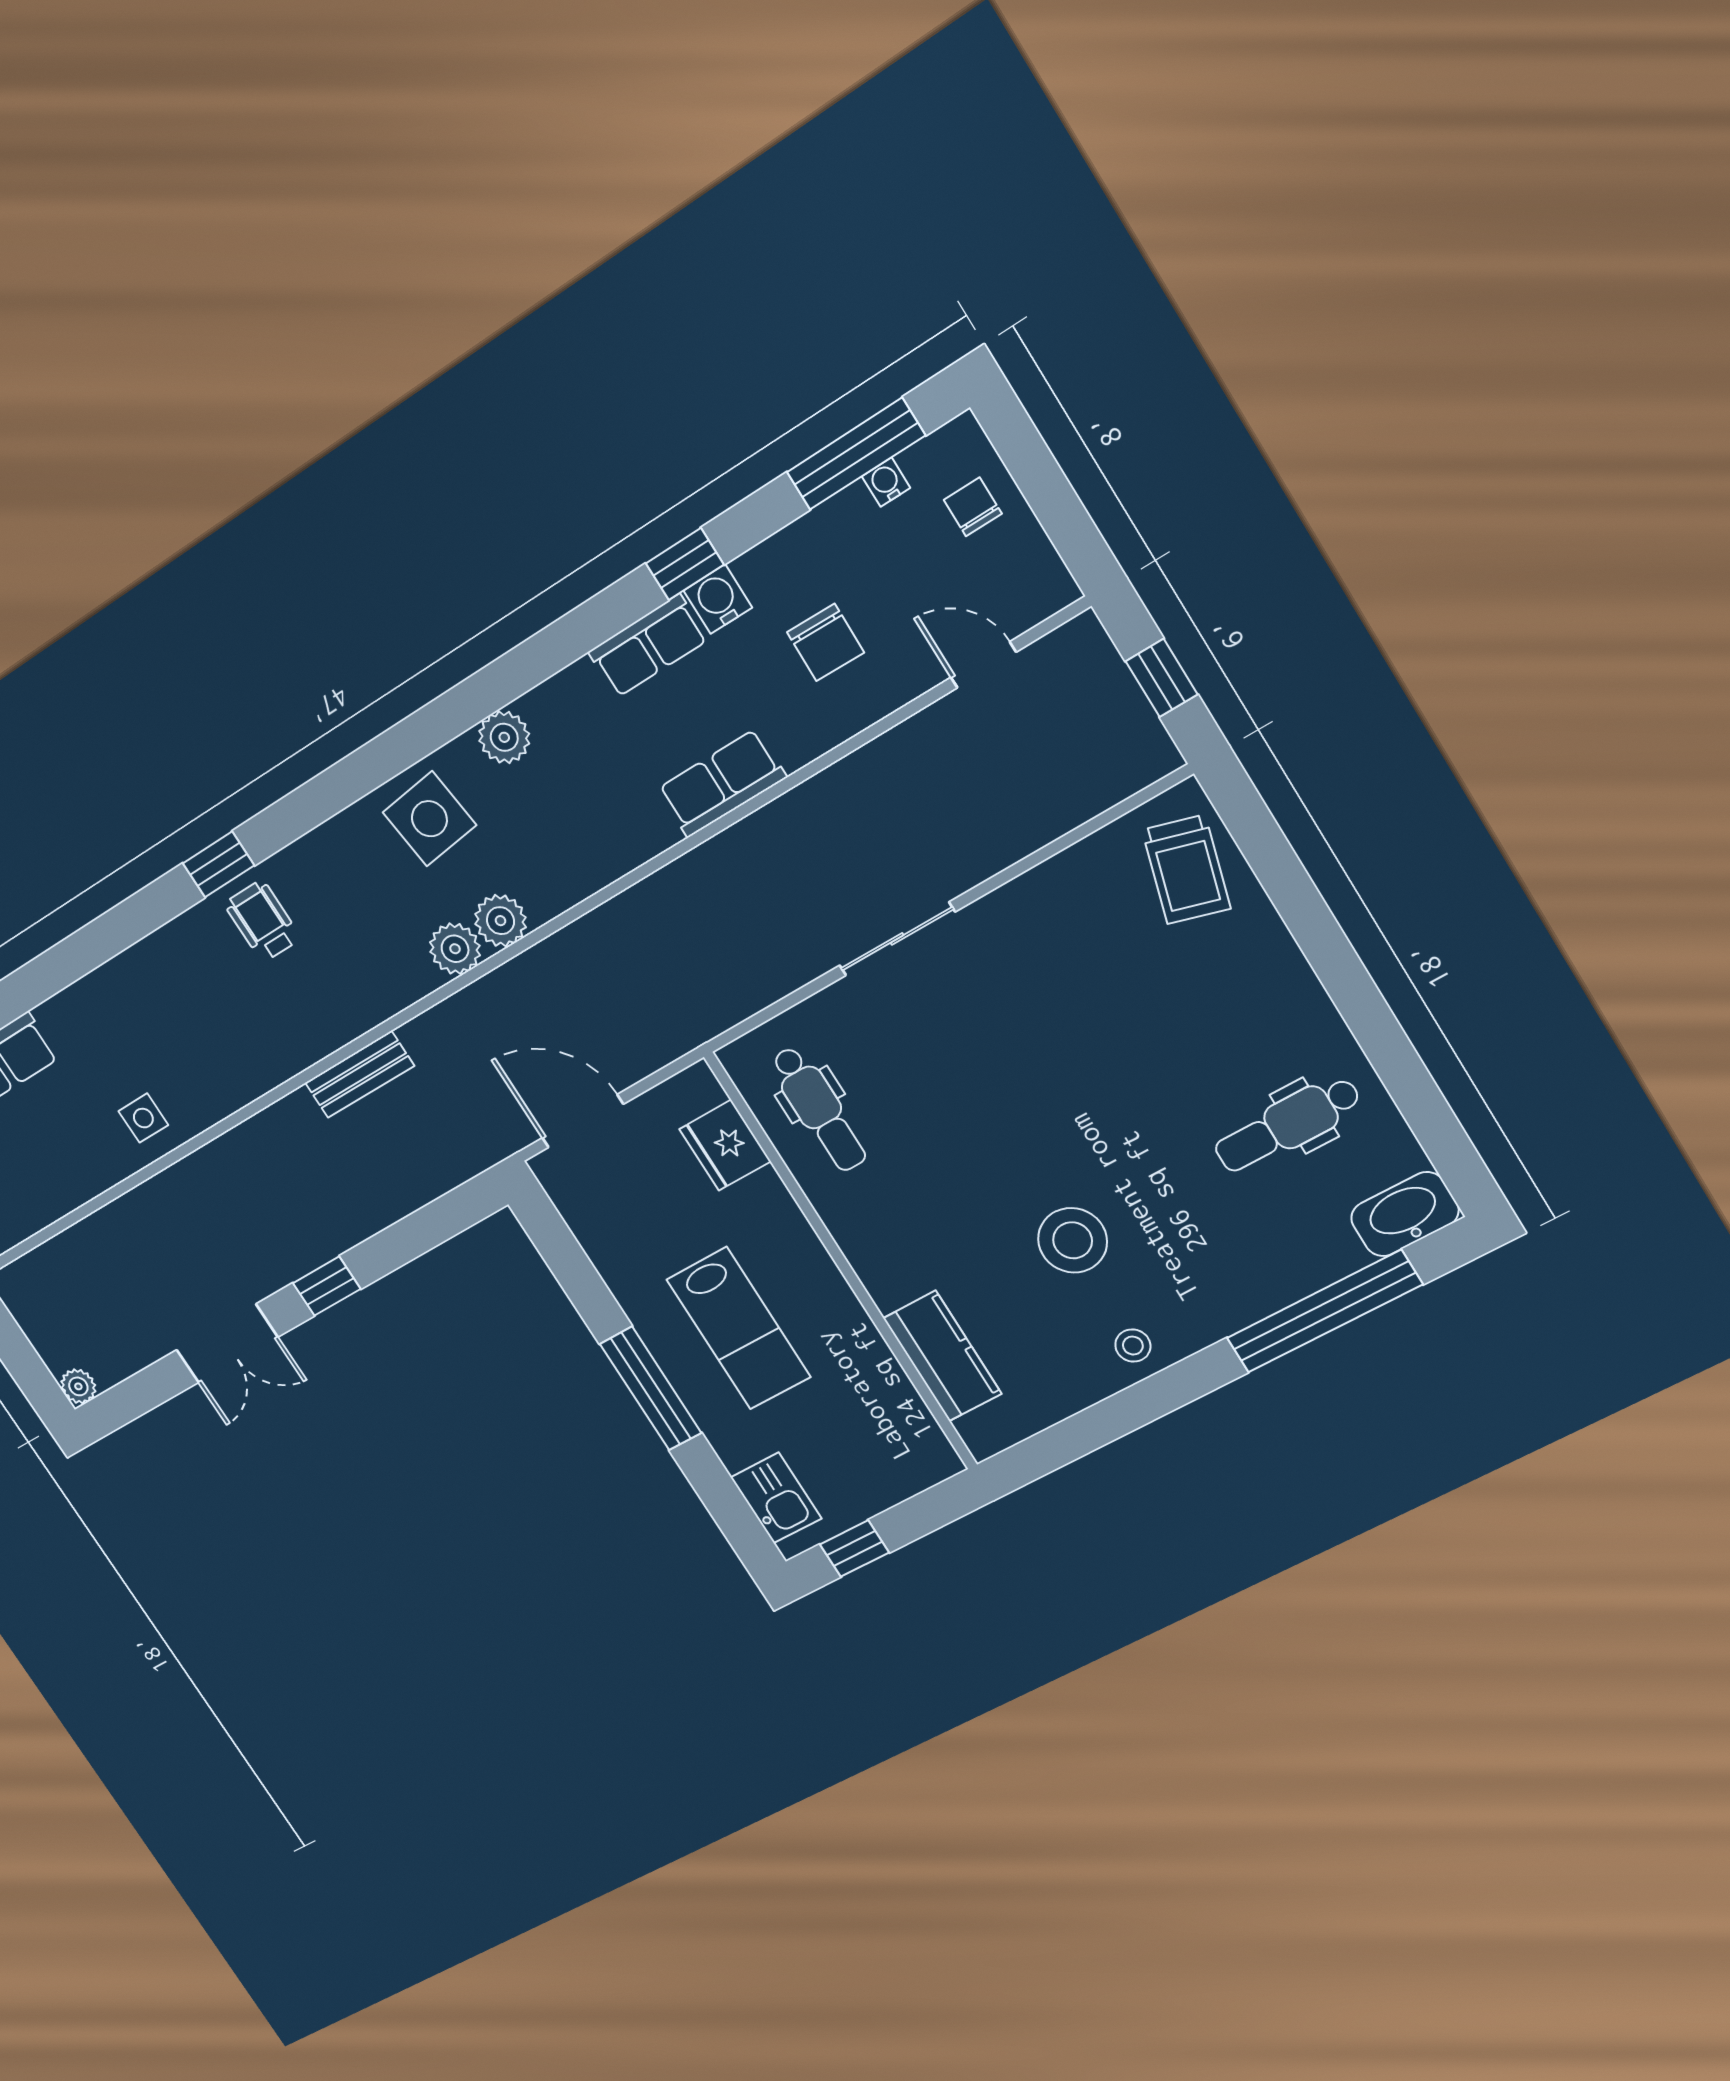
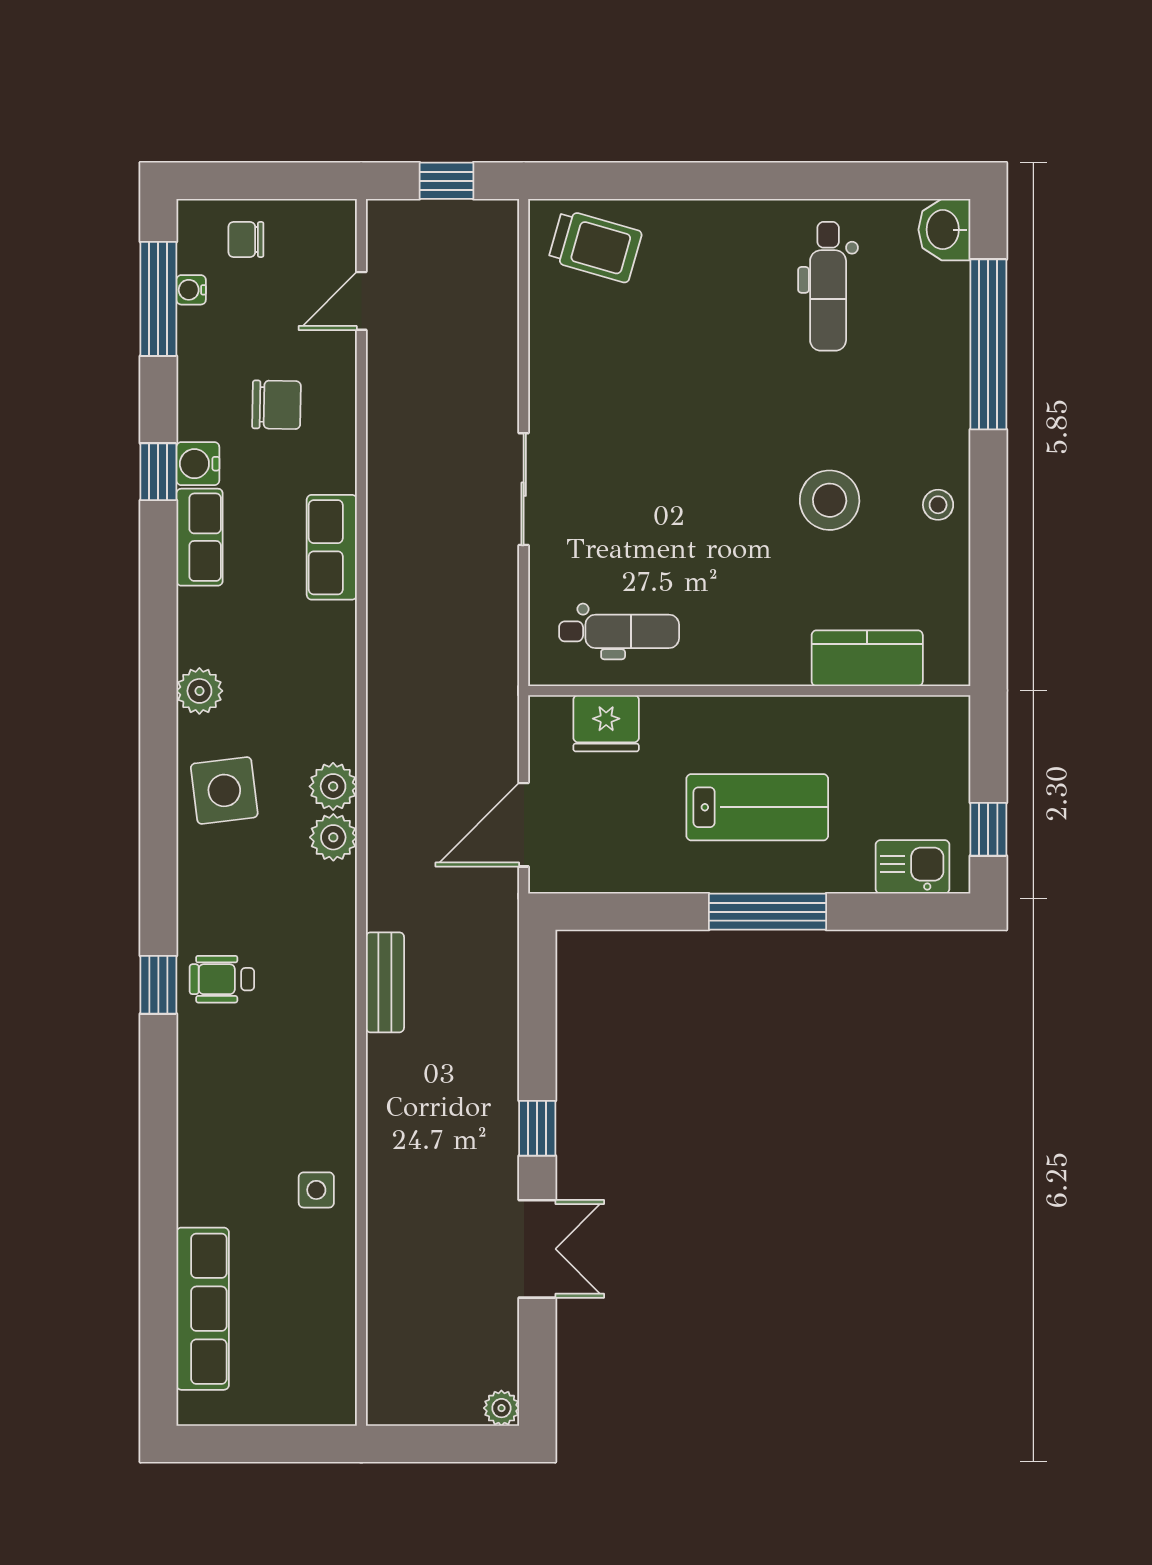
washbasin: (1405, 1214) -> (944, 230), width x0.72

